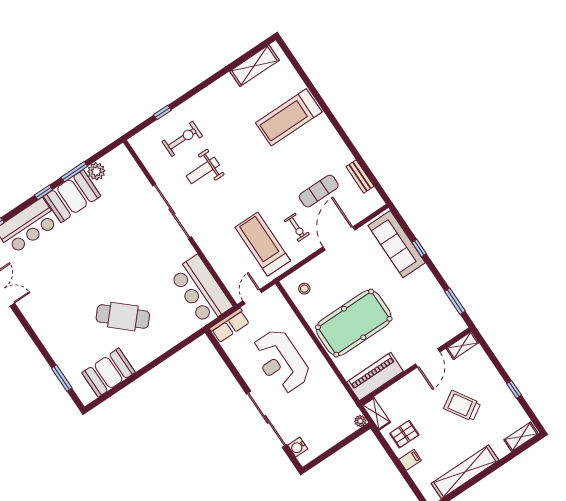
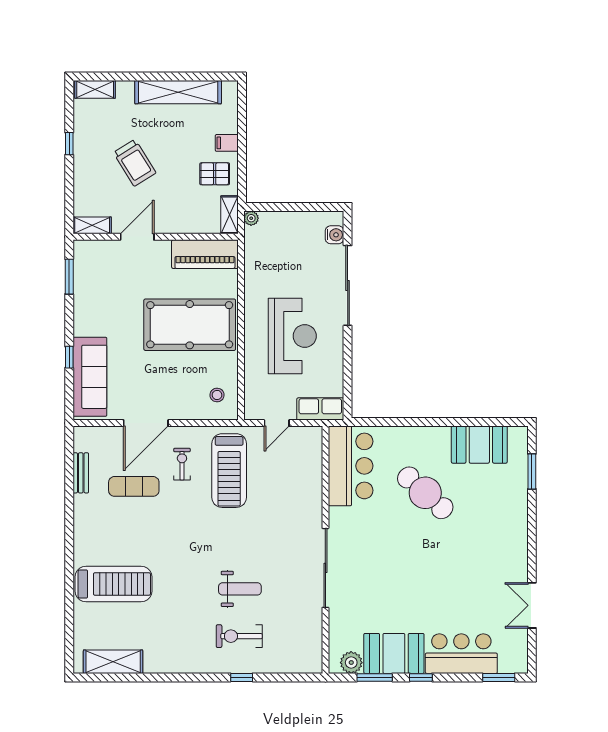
sliding door: (172, 211) -> (325, 568), moved
wall: (180, 223) -> (325, 550), moved
bar counter: (201, 290) -> (351, 466), moved

